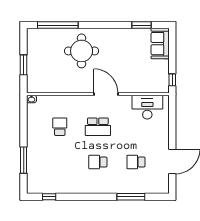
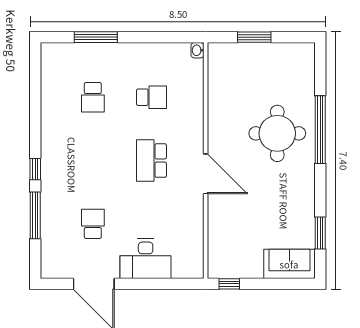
window: (58, 25) -> (320, 130), moved
door: (106, 94) -> (206, 174), hinge flipped
desk: (147, 107) -> (146, 259), moved, turned 90
school desk: (98, 162) -> (93, 97), moved, turned 180
window: (49, 197) -> (35, 169), moved

